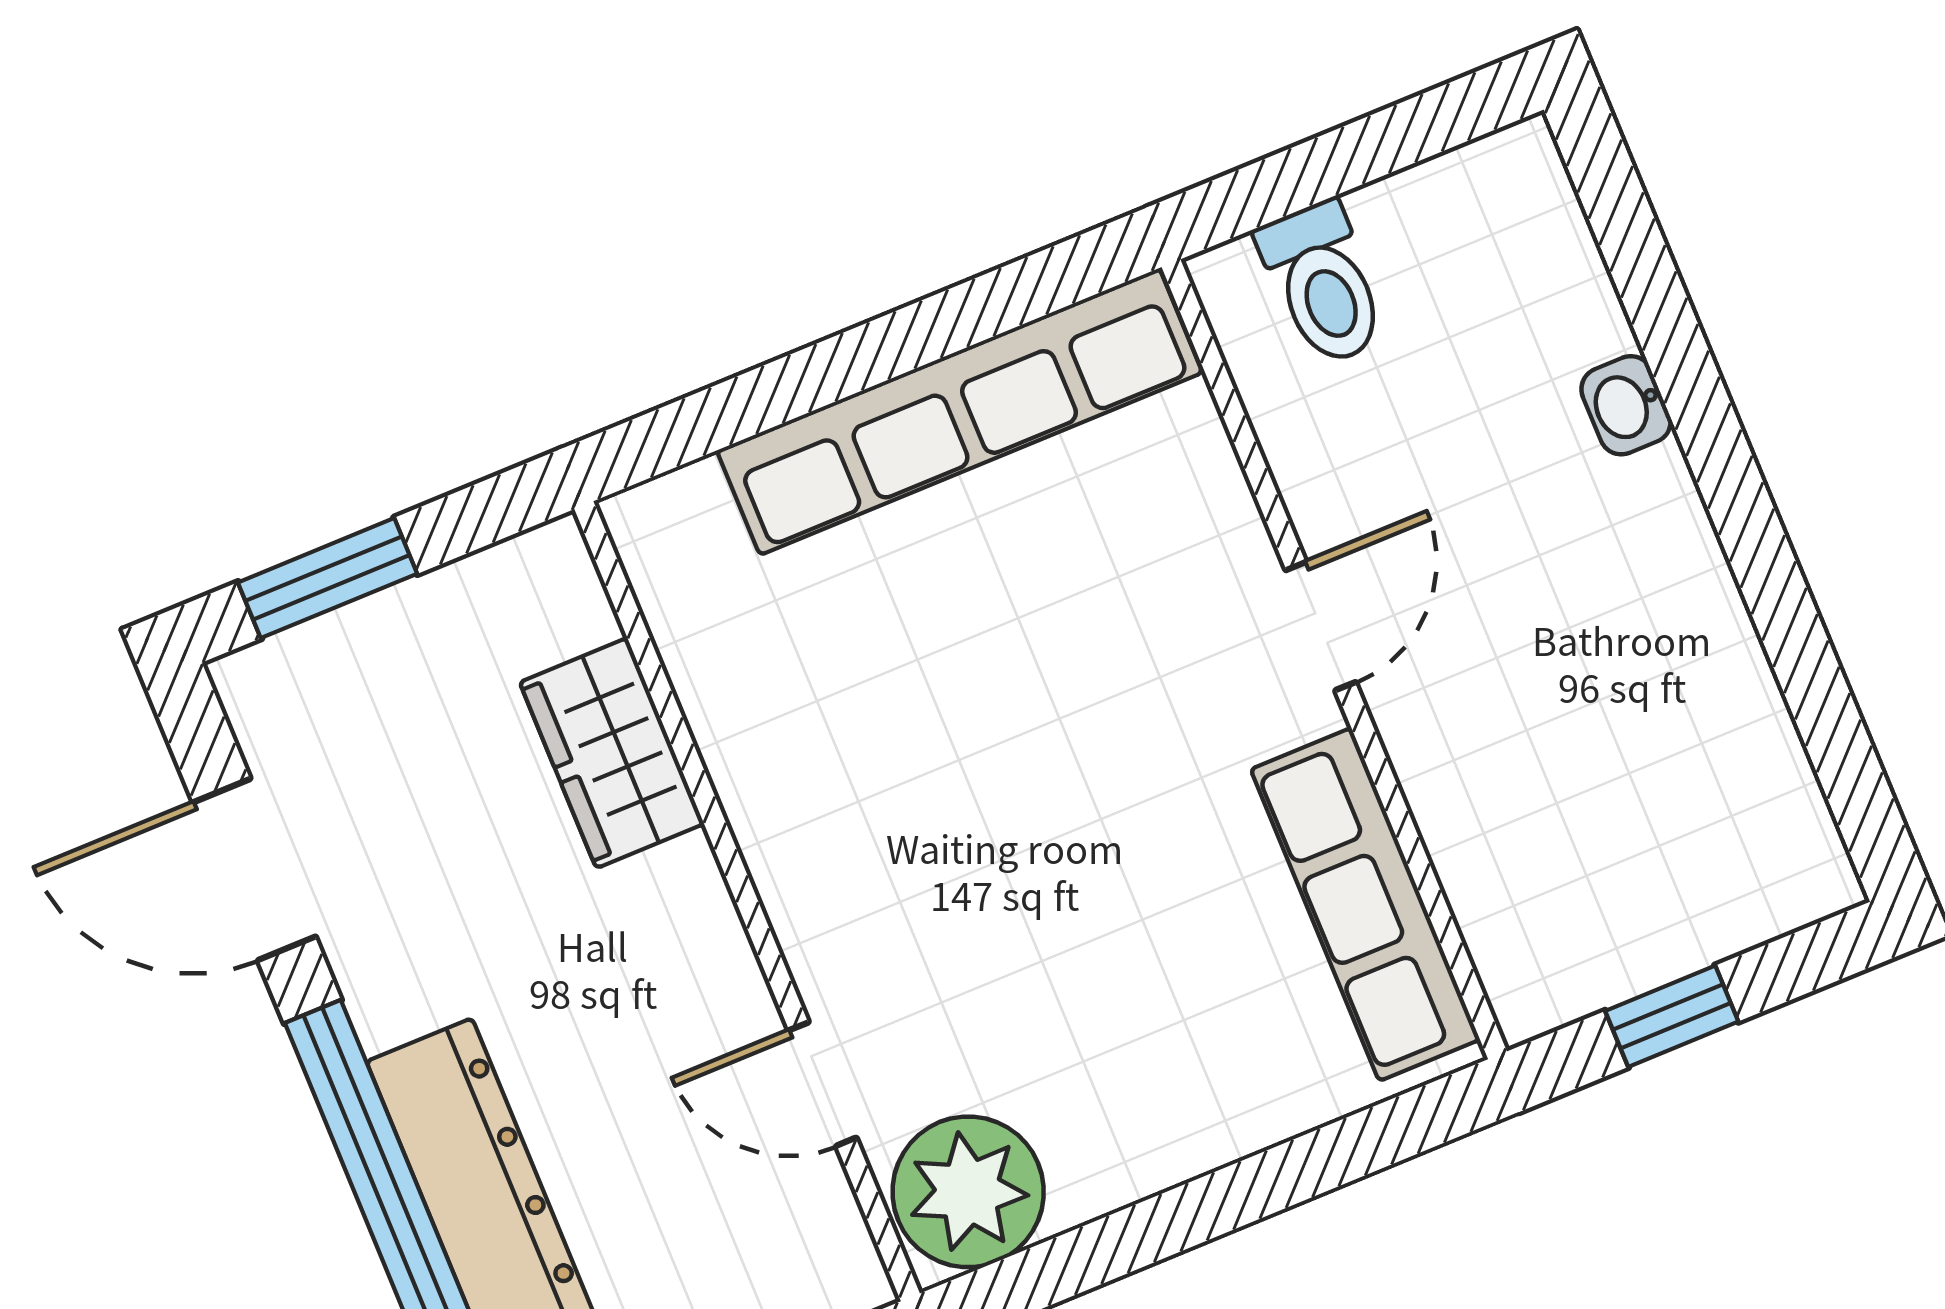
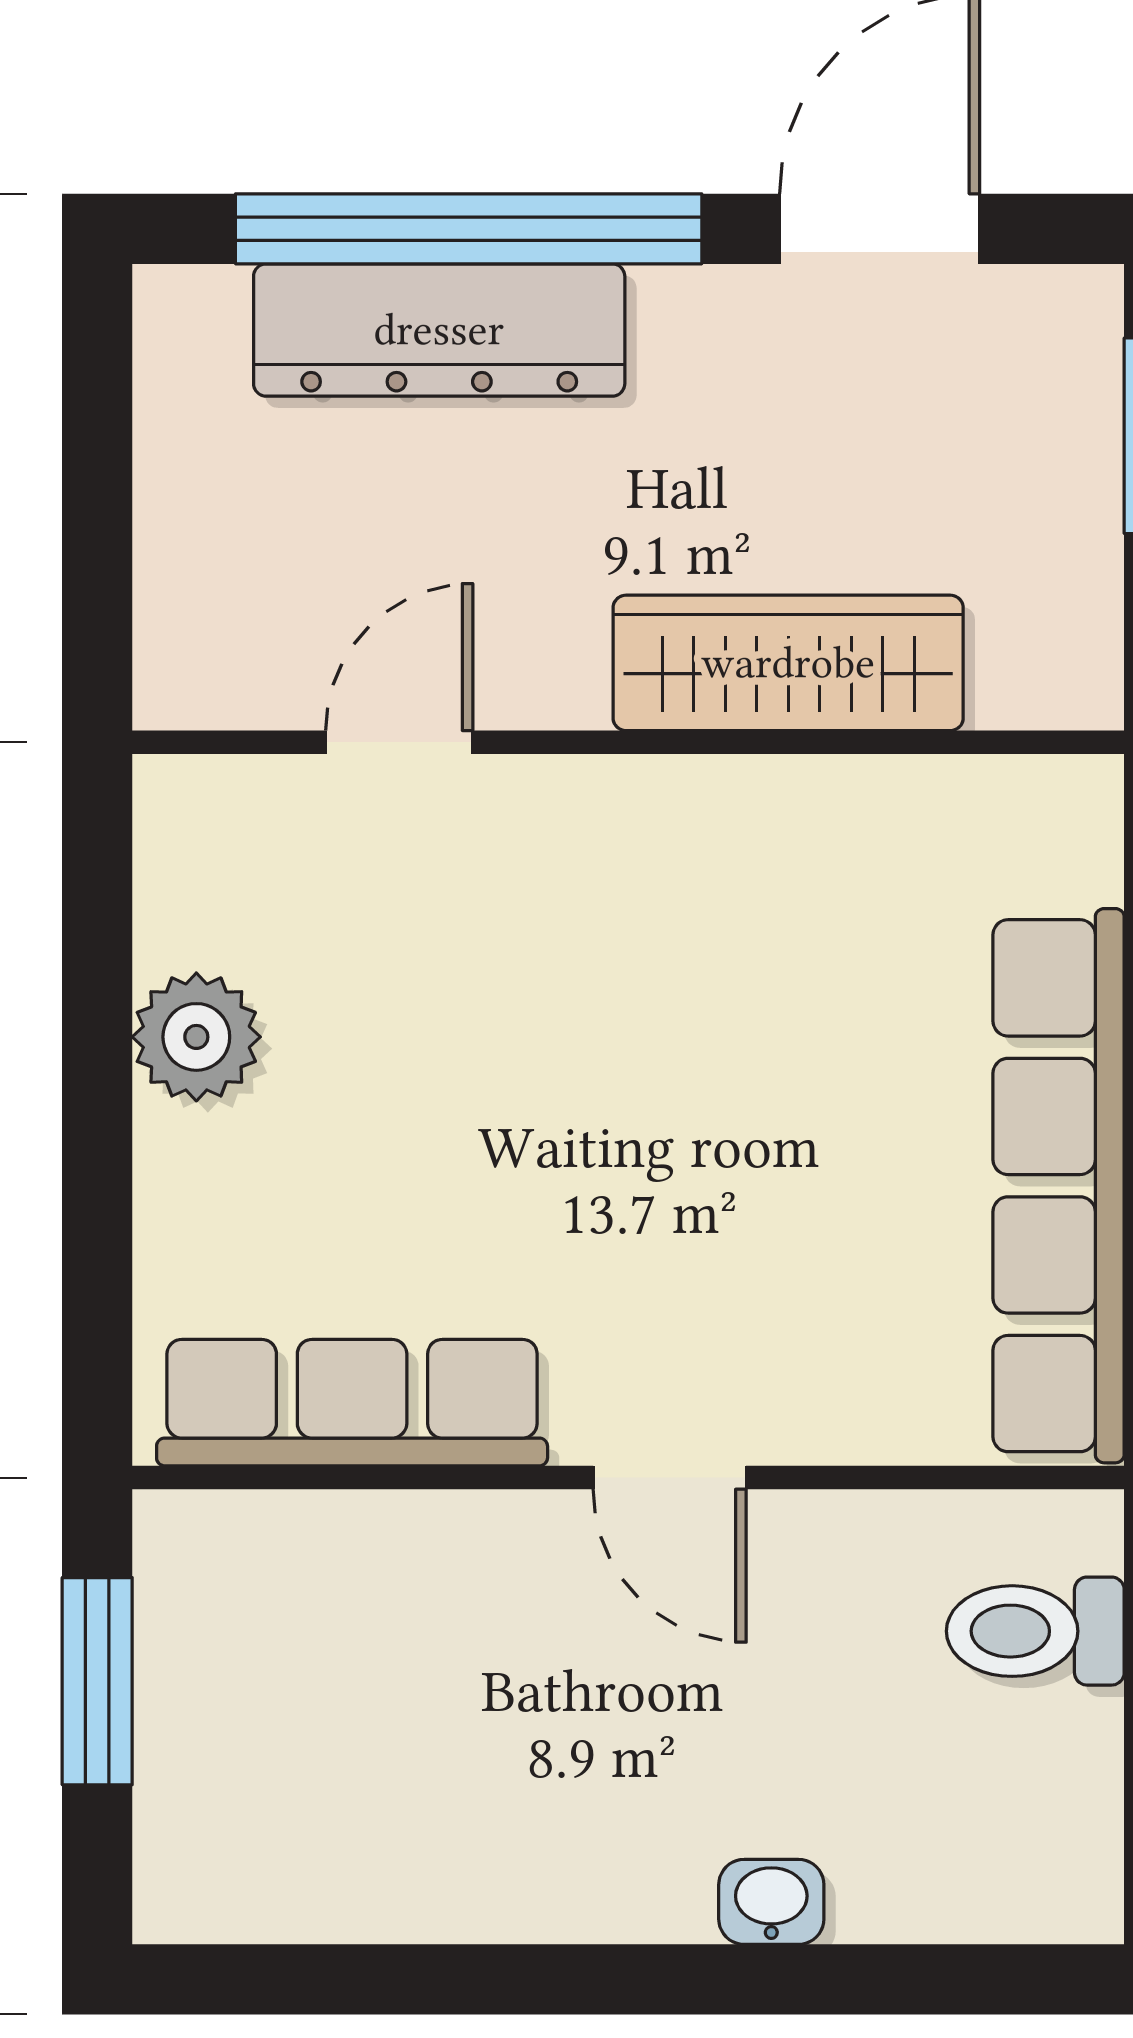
wardrobe: (612, 753) -> (788, 663), width x1.50
window: (1672, 1016) -> (97, 1681), width x1.50
plant: (968, 1192) -> (196, 1037), moved, width x0.73, depth x0.73

